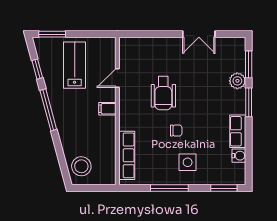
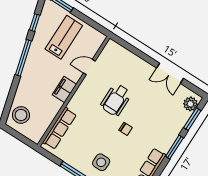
plant: (237, 81) -> (190, 104), moved
filing cabinet: (107, 109) -> (64, 90), width x2.00
chair: (176, 131) -> (126, 129), moved

